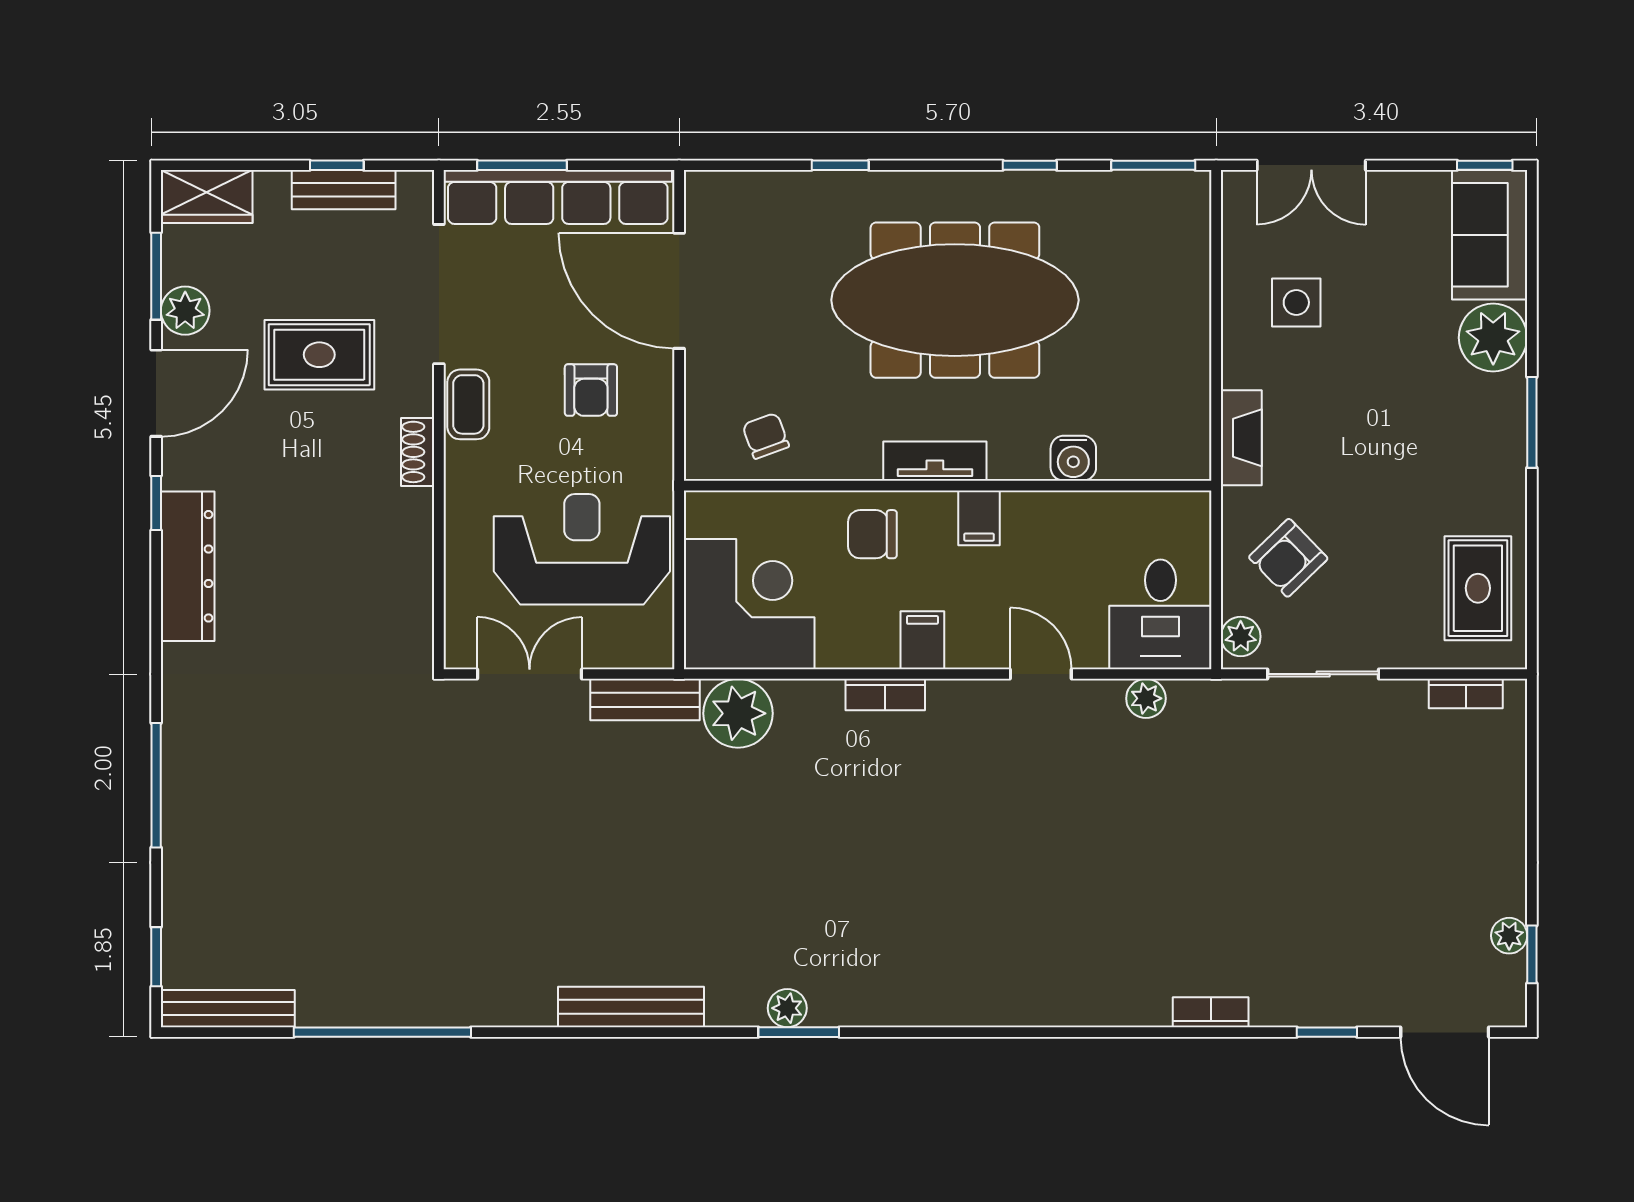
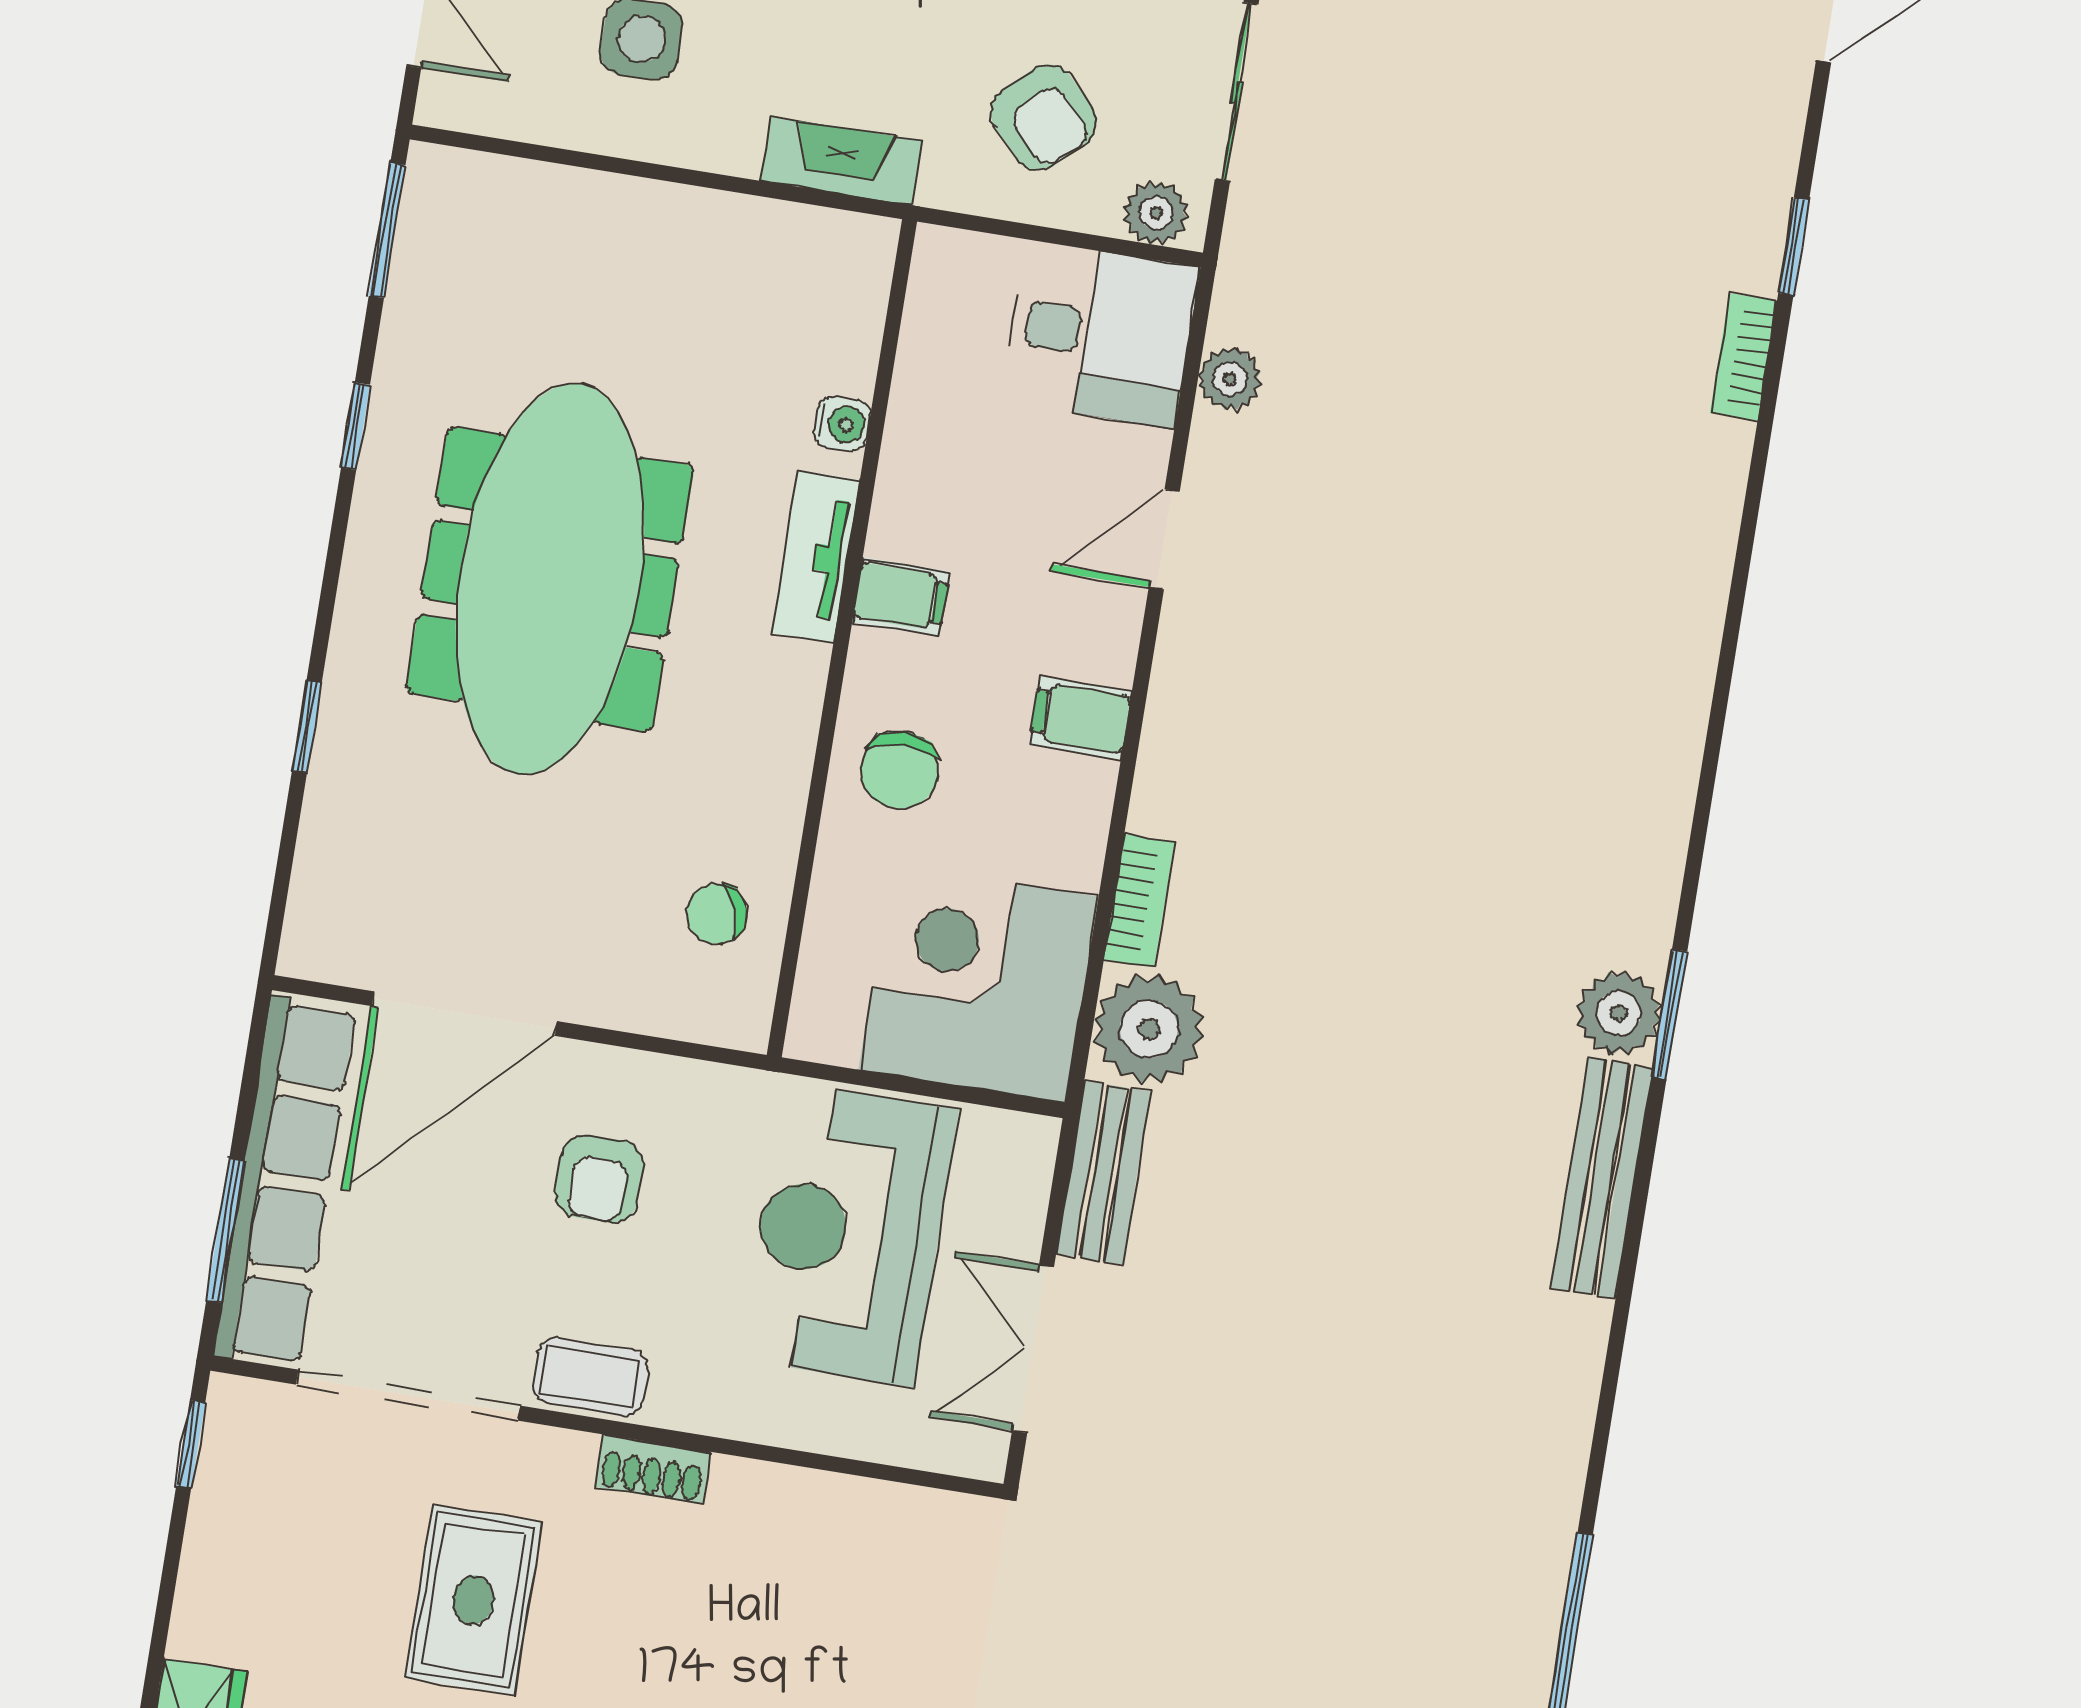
window: (337, 165) -> (191, 1444), moved
bench: (344, 190) -> (218, 1519), removed
armchair: (591, 390) -> (599, 1179), turned 90
water cooler: (1073, 458) -> (842, 424), width x0.72, depth x0.72
tv unit: (935, 461) -> (815, 557), moved
bookcase: (885, 695) -> (1139, 901), moved
bench: (631, 1007) -> (1602, 1178), moved
plant: (787, 1008) -> (1619, 1013), width x1.38, depth x1.38
window: (1327, 1032) -> (1794, 246), moved

